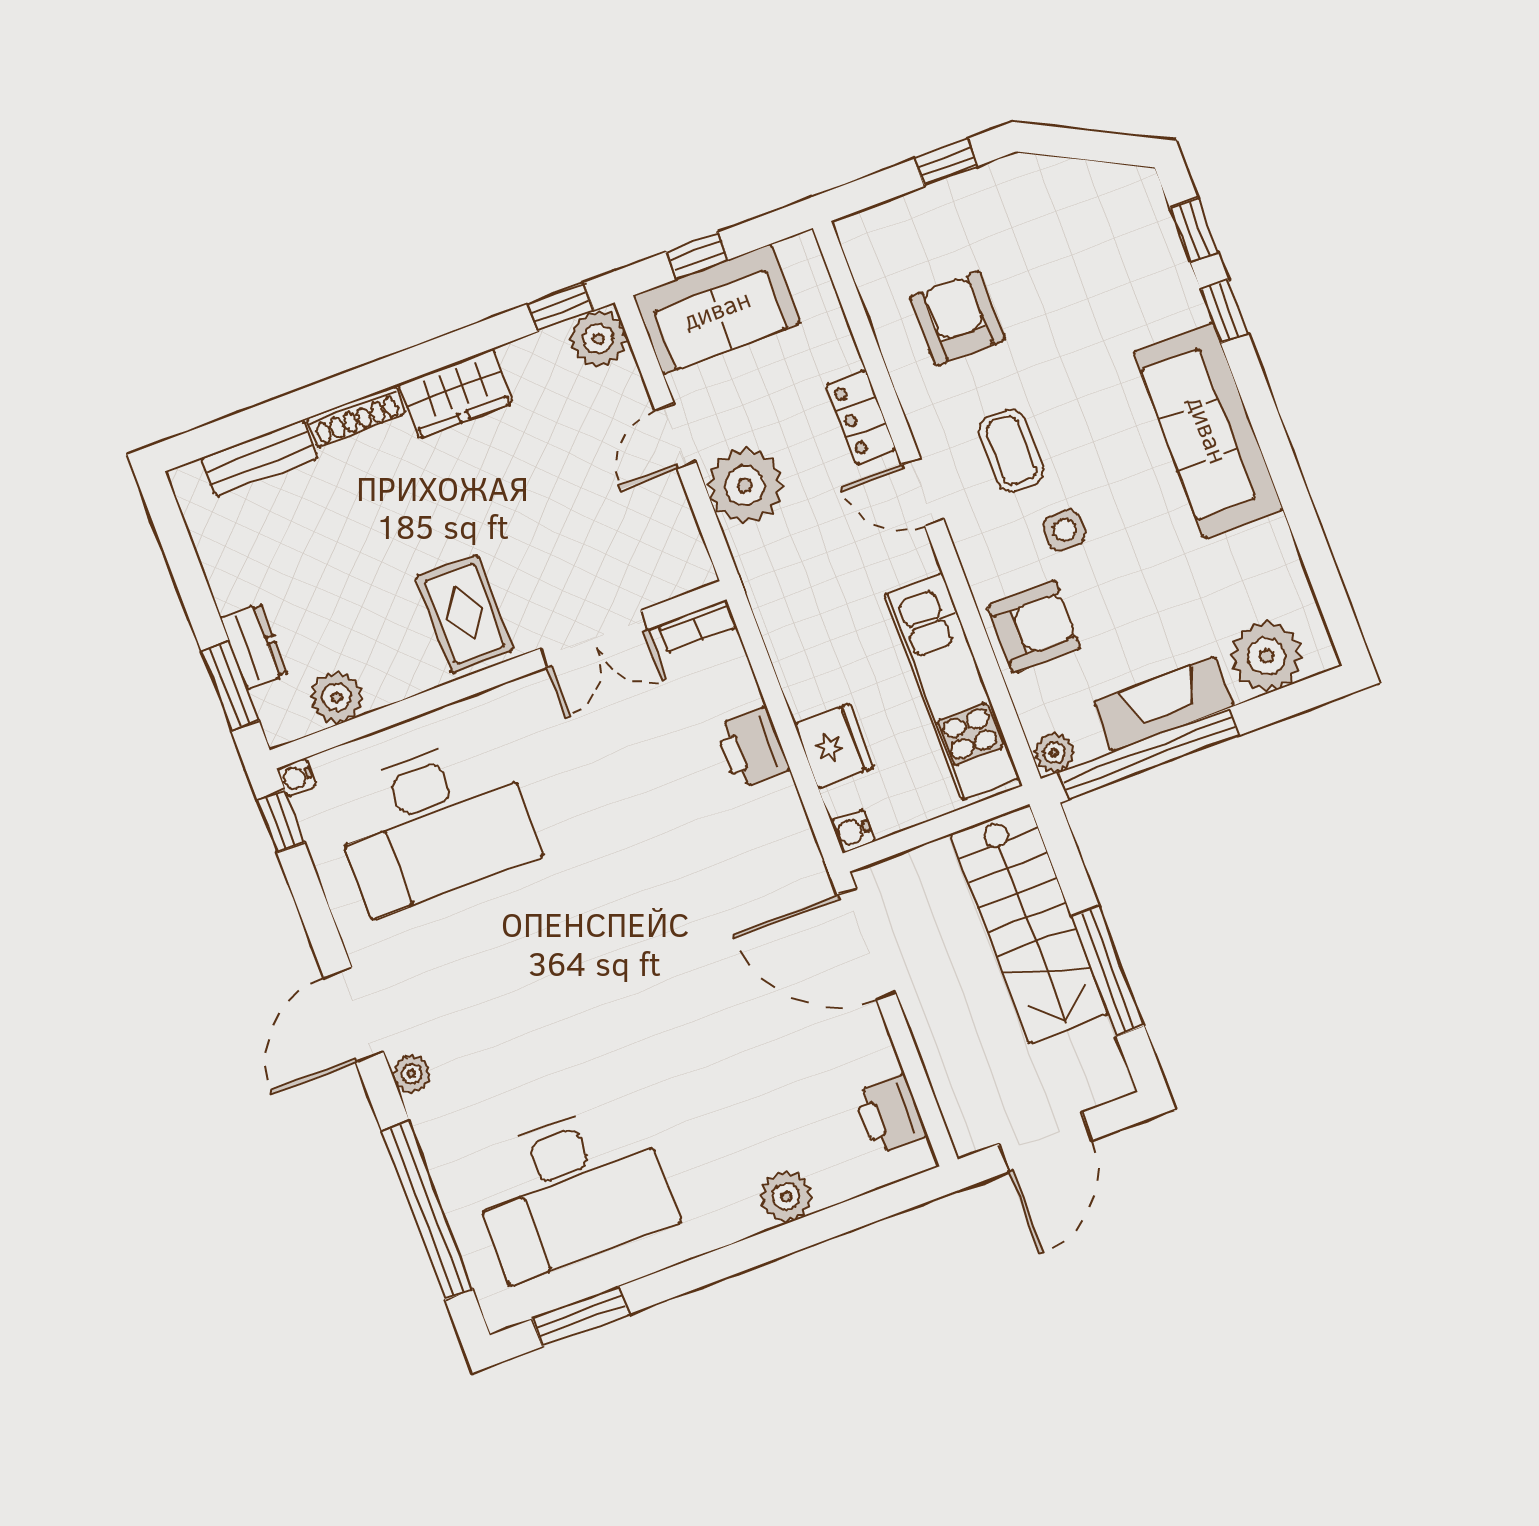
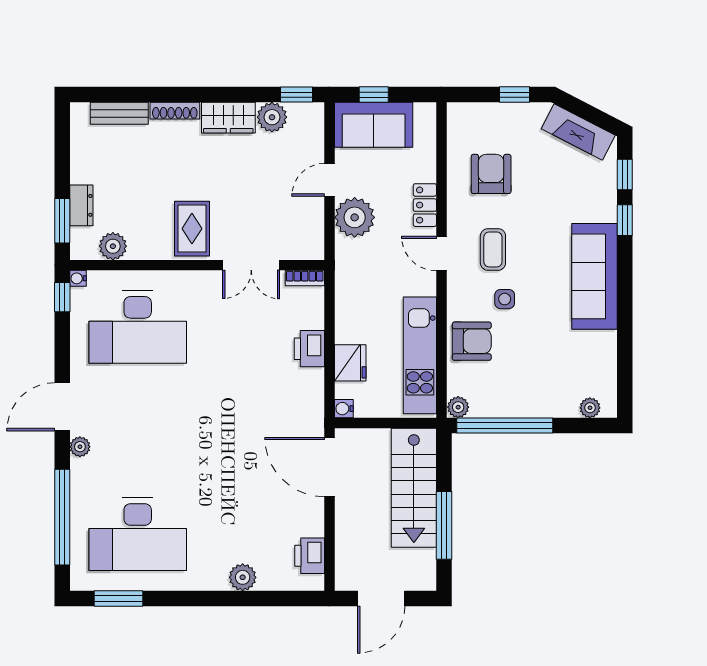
plant: (598, 339) -> (272, 117), moved
plant: (1266, 656) -> (590, 408), width x0.53, depth x0.53
fireplace: (1164, 704) -> (578, 132), moved, turned -153

